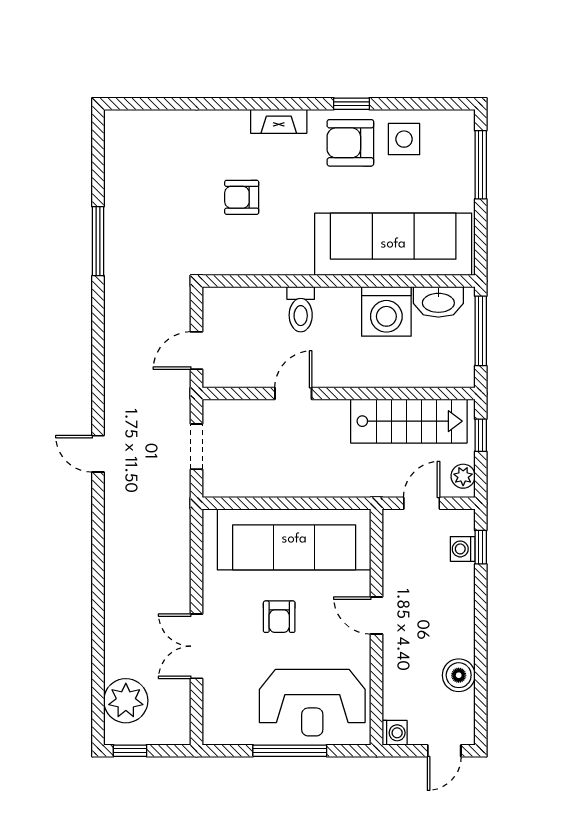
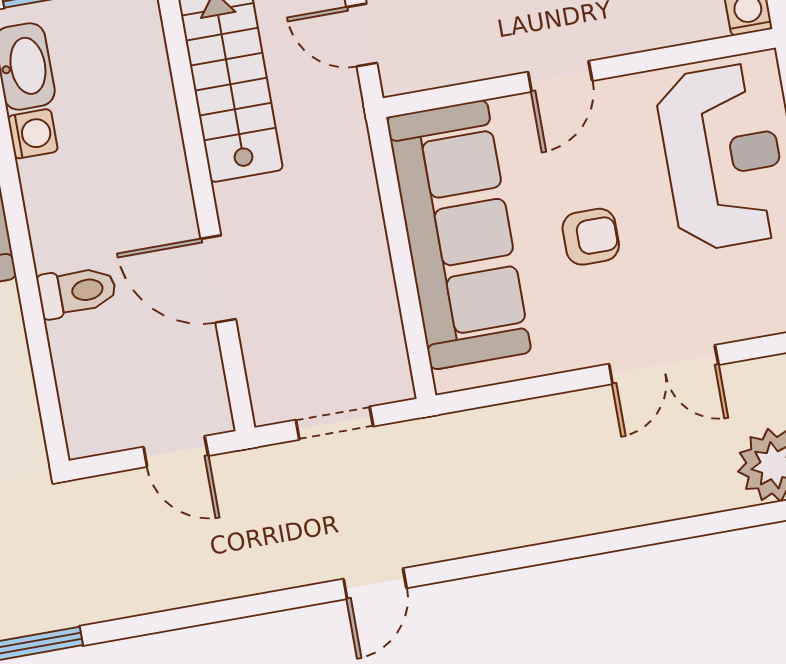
washing machine: (386, 311) -> (33, 134), width x0.53, depth x0.53
door: (293, 394) -> (218, 279), width x1.38

